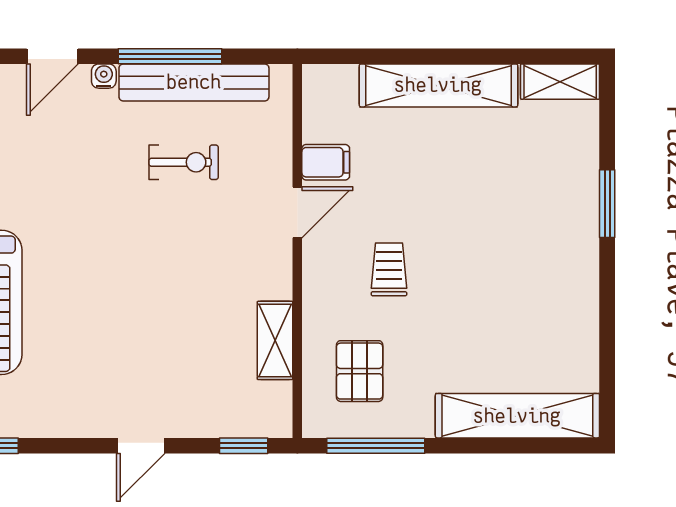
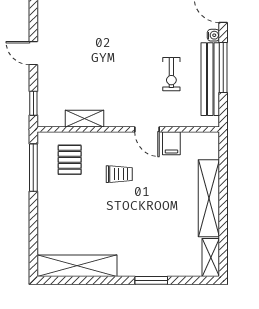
pallet: (360, 371) -> (70, 160), turned 90
shelving: (517, 416) -> (77, 266), moved, turned 90

